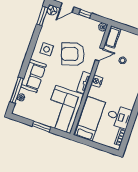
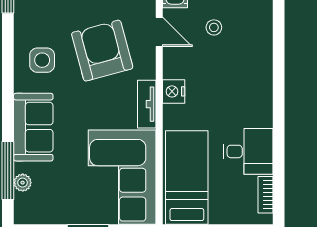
armchair: (73, 54) -> (102, 51), turned 93
door: (99, 54) -> (159, 32), hinge flipped

